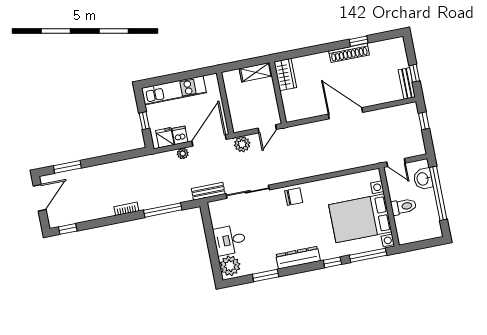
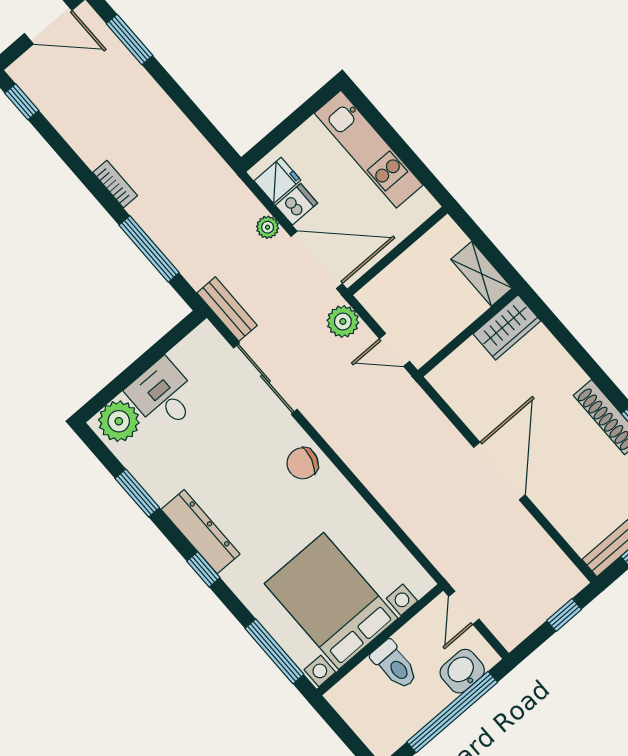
window: (144, 121) -> (286, 128), removed
chair: (294, 197) -> (303, 463), turned 107
window: (332, 262) -> (203, 569), moved

